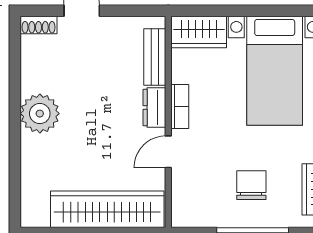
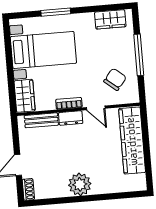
chair: (251, 185) -> (115, 79), moved, turned 129

